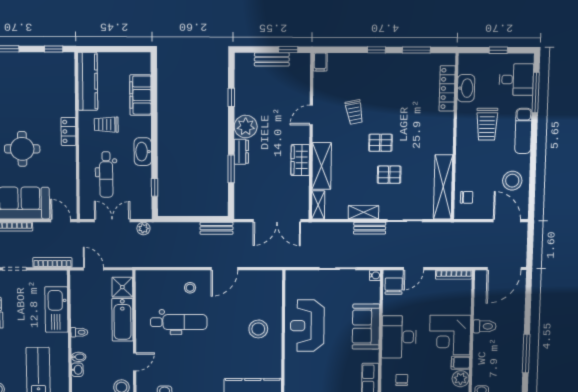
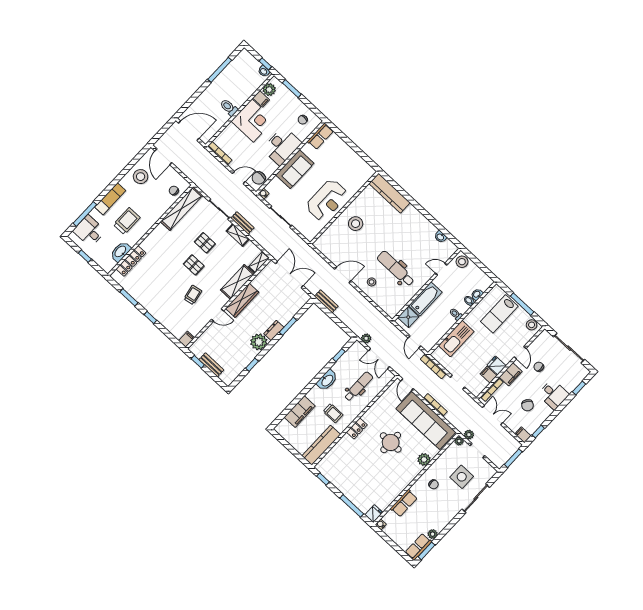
wardrobe: (300, 160) -> (242, 300), width x1.50

